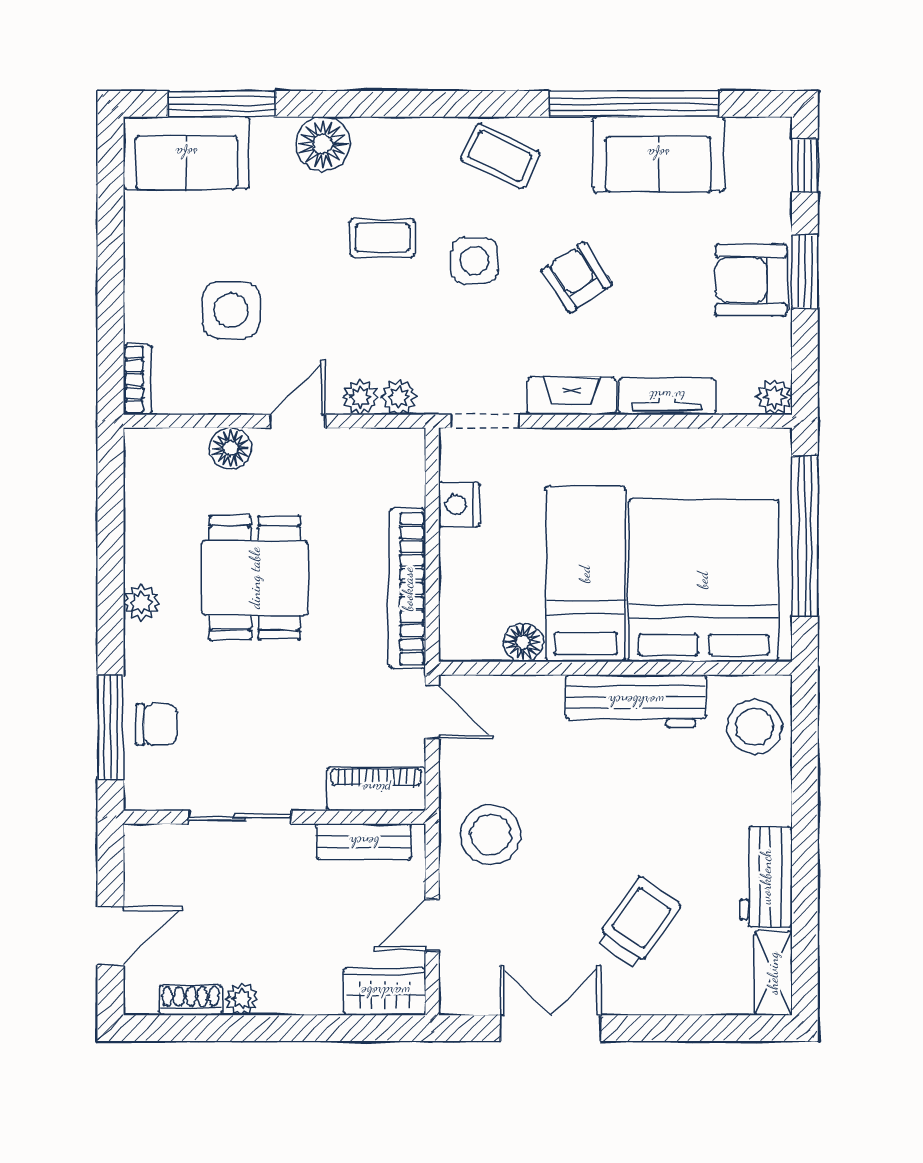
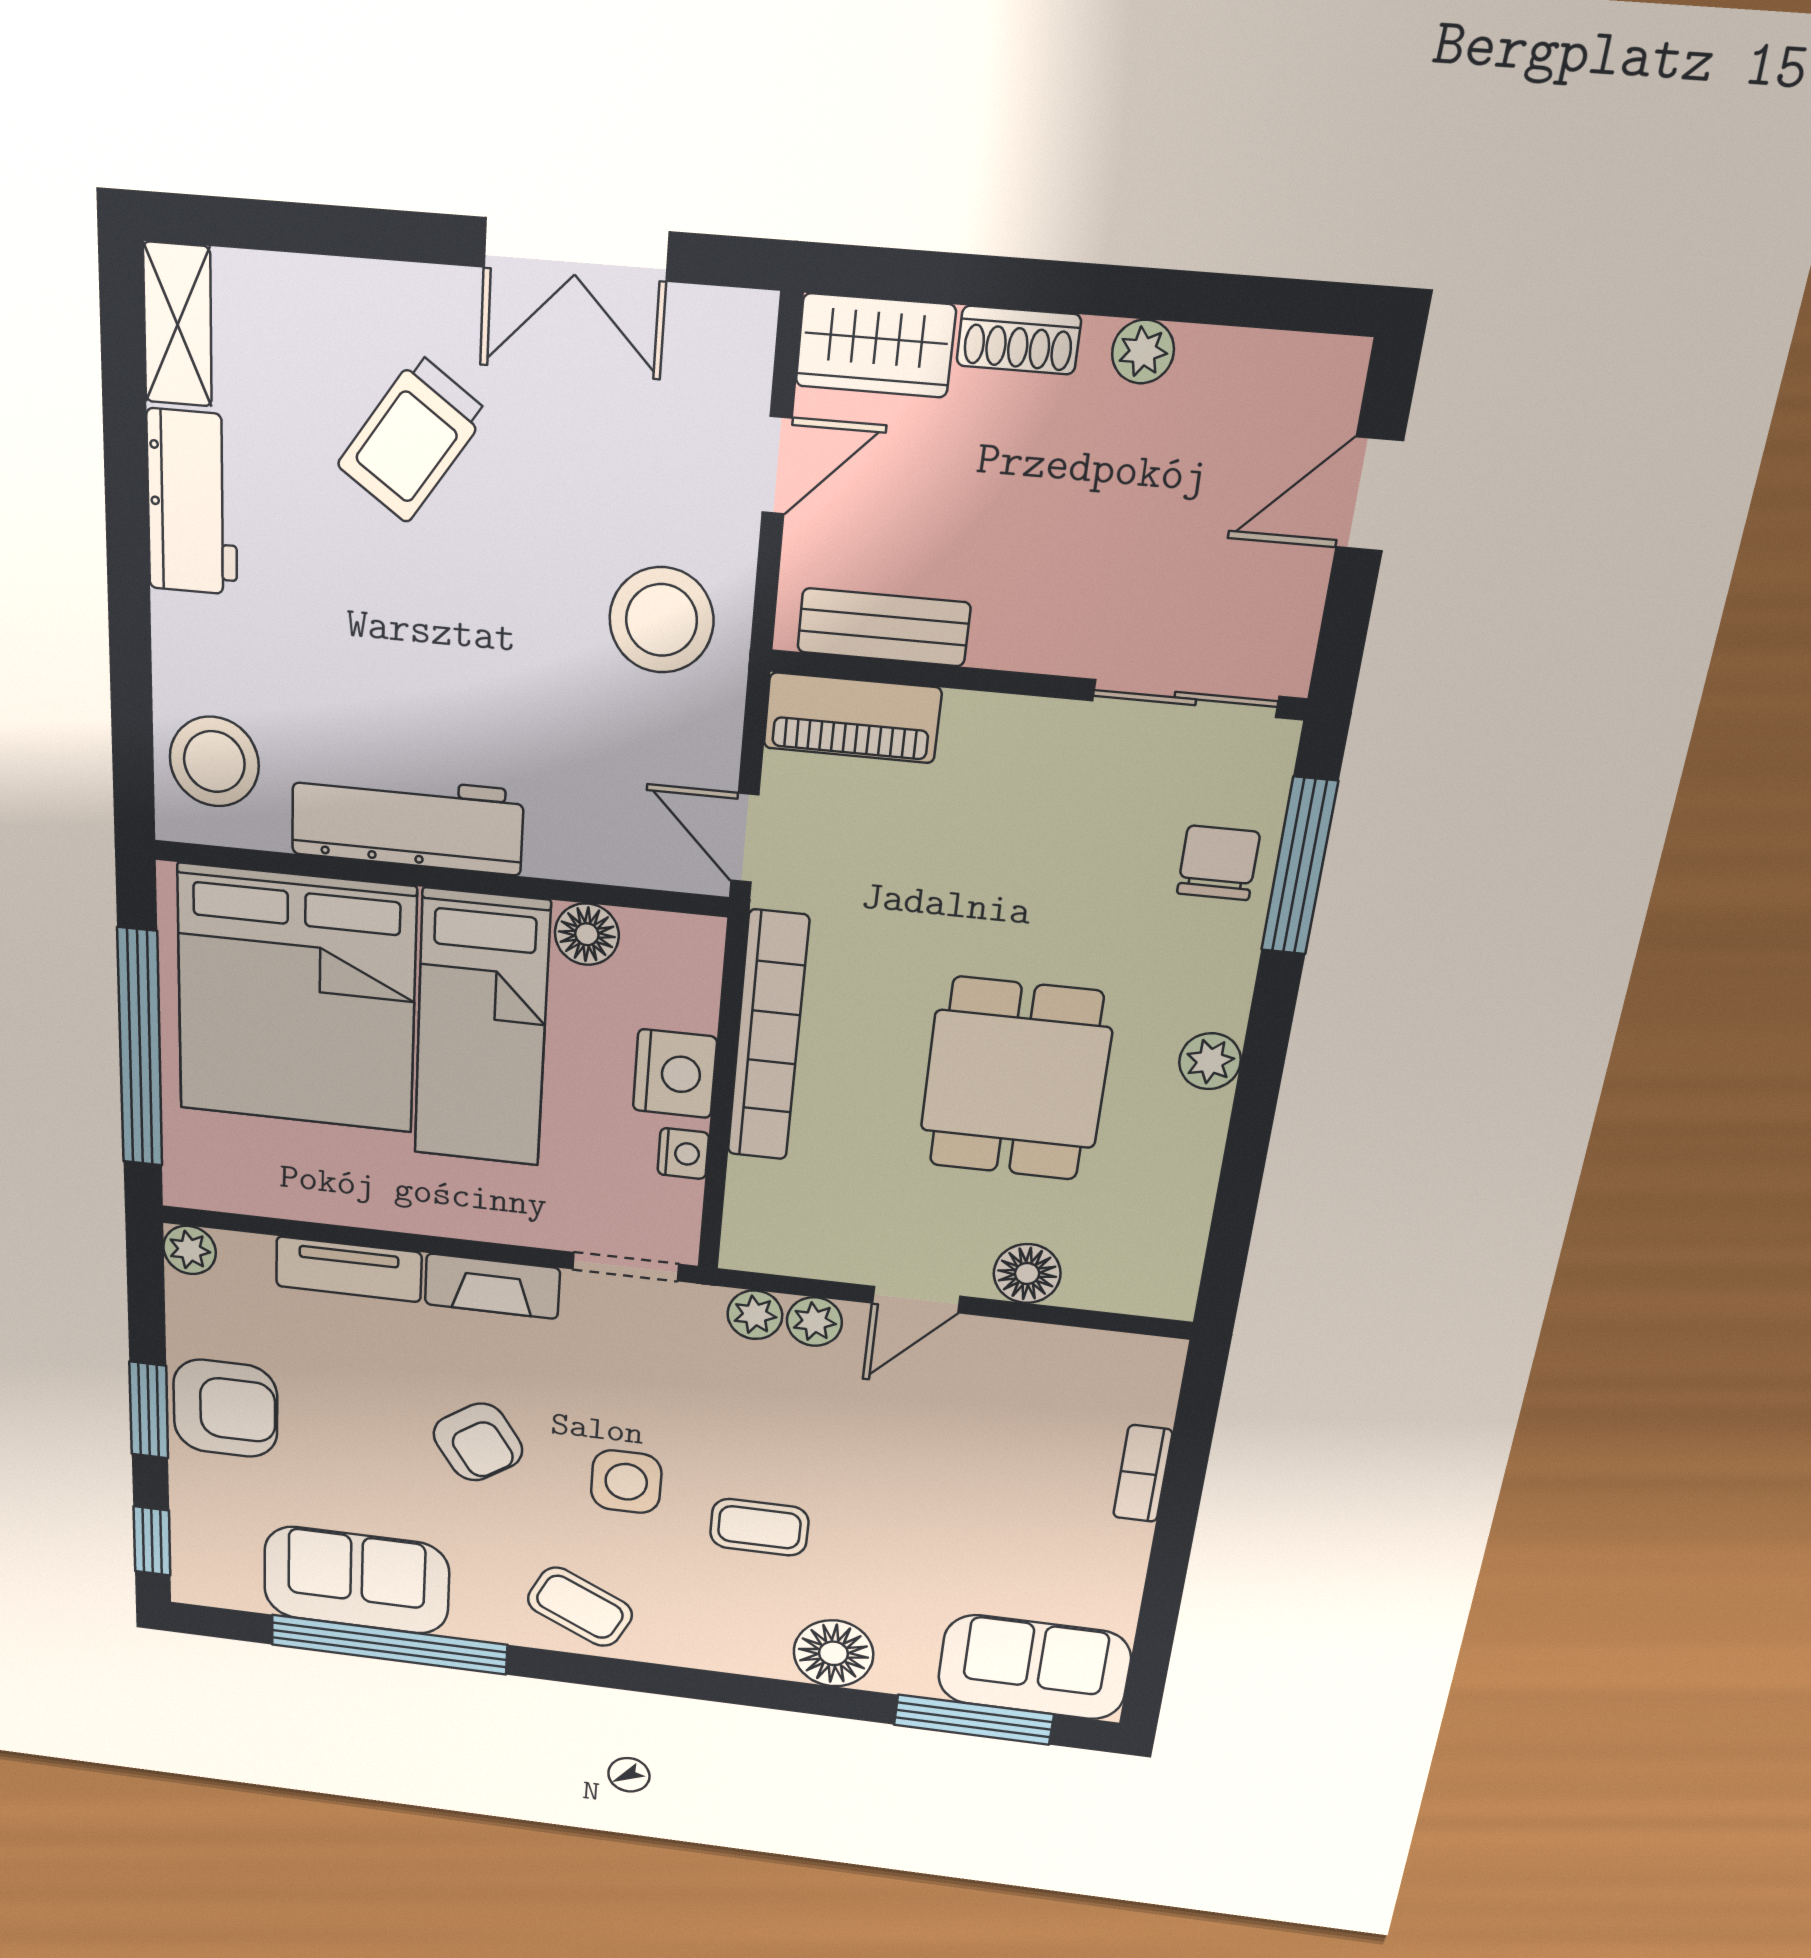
side table: (231, 310) -> (998, 1461), removed
bookcase: (137, 380) -> (1143, 1474), moved
nightstand: (459, 505) -> (683, 1154), width x0.72, depth x0.74
nightstand: (463, 558) -> (675, 1074), added
chair: (156, 724) -> (1218, 863), turned 90
sliding door: (240, 817) -> (1185, 698), moved
shoe rack: (191, 1000) -> (1019, 340), moved

